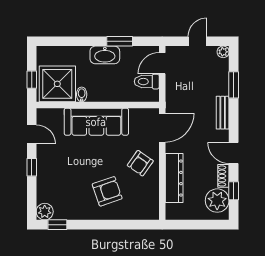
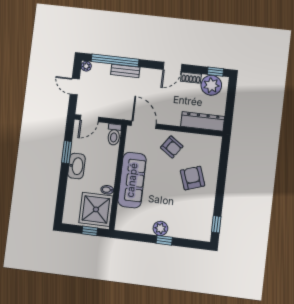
door: (162, 63) -> (89, 118), hinge flipped
toilet: (147, 82) -> (114, 135), moved
window: (234, 85) -> (115, 60), width x2.11
bench: (223, 113) -> (125, 71), moved
door: (32, 134) -> (136, 237), removed
dresser: (174, 178) -> (203, 121), moved
window: (234, 191) -> (215, 72), moved
plant: (45, 212) -> (160, 228), moved

